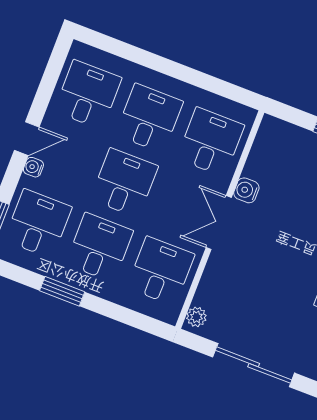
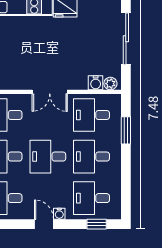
water cooler: (246, 190) -> (96, 83), moved
window: (62, 291) -> (126, 130), moved

